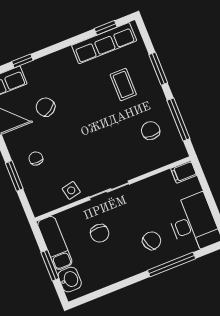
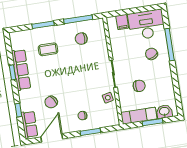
window: (106, 28) -> (12, 72), moved
row of seats: (104, 43) -> (21, 70), moved
filing cabinet: (184, 172) -> (122, 22), moved

